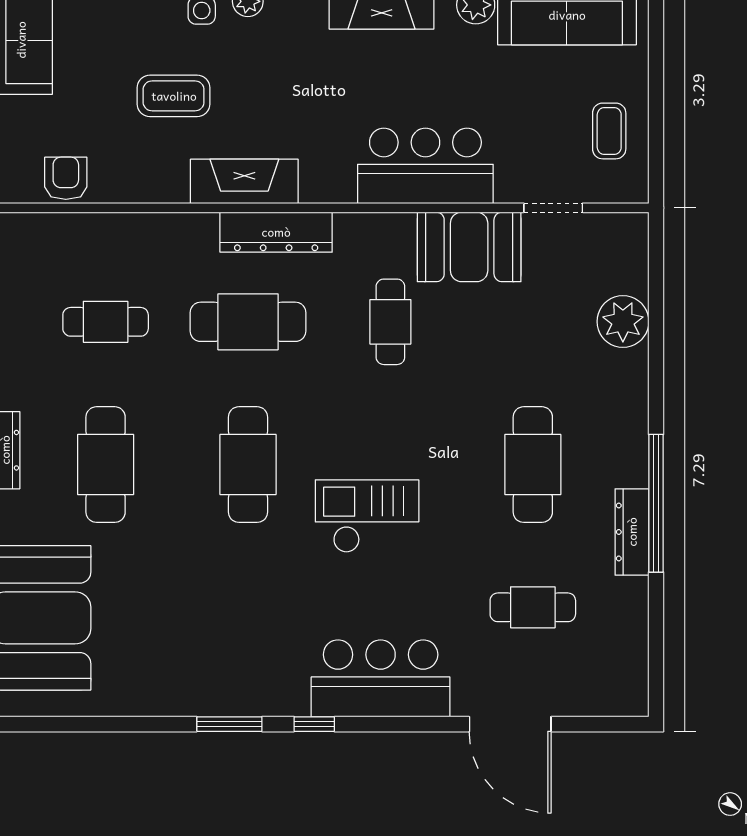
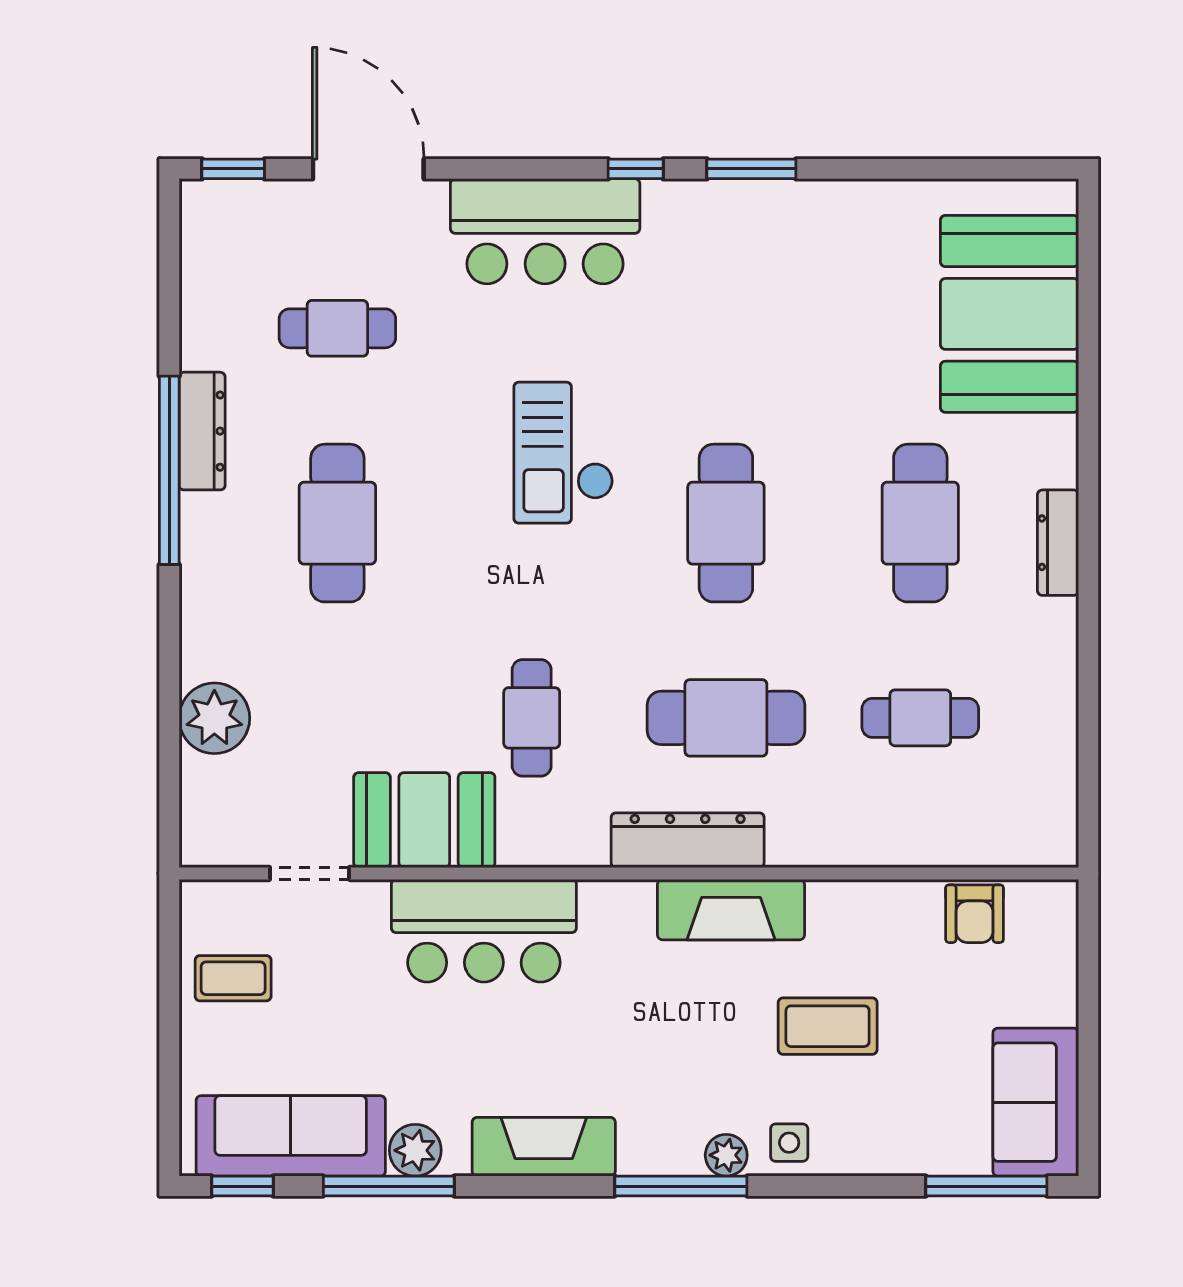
coffee table: (609, 131) -> (233, 978), turned 90
checkout: (367, 516) -> (563, 453), turned 90
window: (609, 724) -> (233, 169), added

